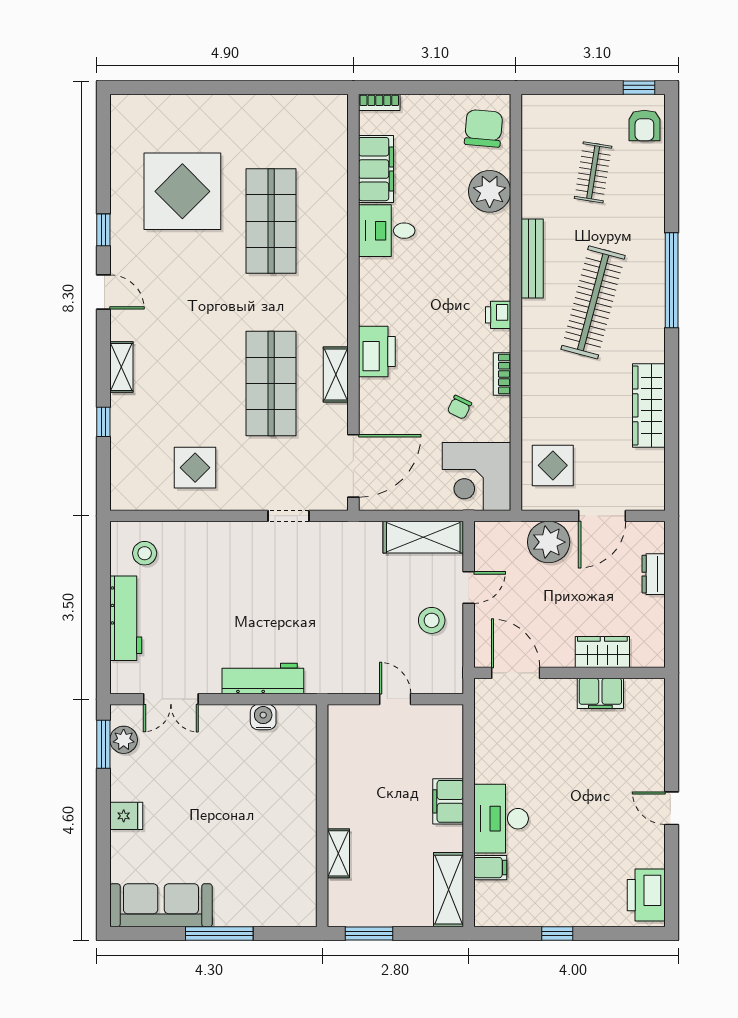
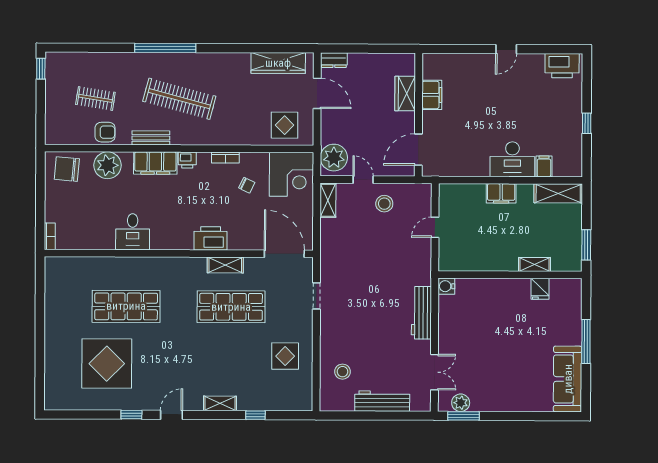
armchair: (644, 125) -> (105, 132), moved
filing cabinet: (376, 169) -> (155, 163), moved, turned 180
bench: (532, 259) -> (151, 138), width x0.73
wardrobe: (649, 405) -> (278, 63), moved
shelving: (423, 537) -> (328, 200), width x0.67, depth x0.75
plant: (549, 542) -> (334, 158), moved
stool: (145, 553) -> (342, 372), moved
dresser: (654, 574) -> (334, 60), moved
water cooler: (263, 717) -> (446, 286), moved
fridge: (126, 816) -> (540, 289), moved, turned 180

